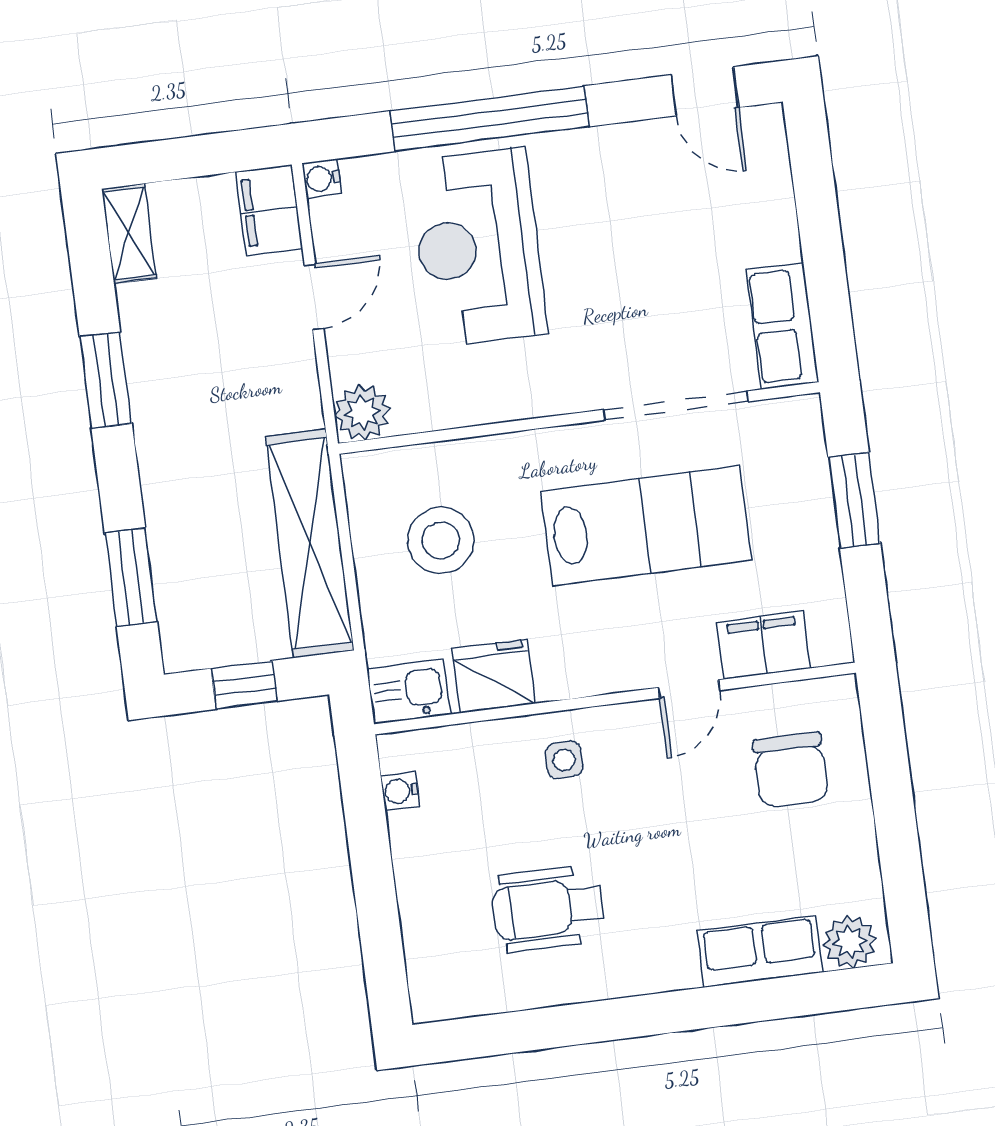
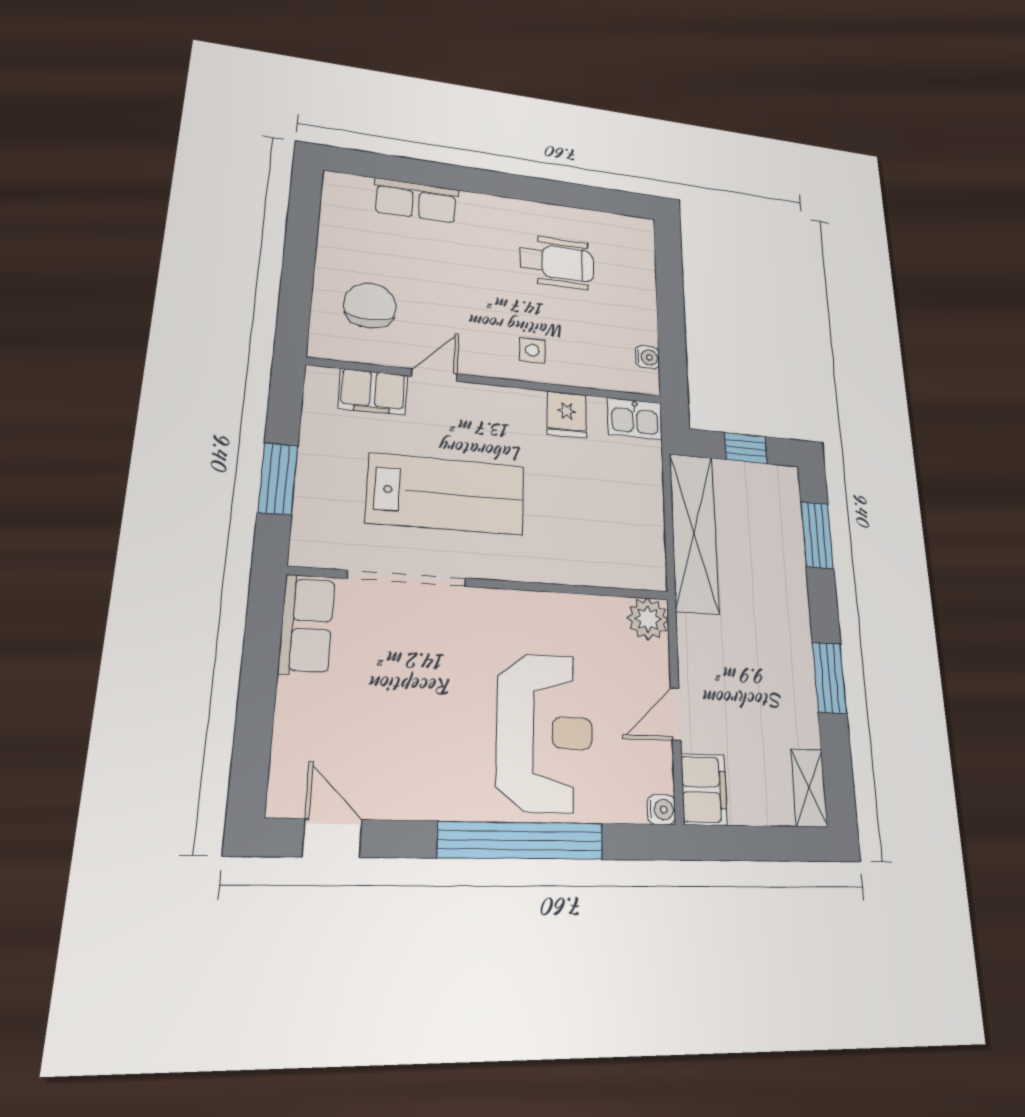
lab bench: (646, 526) -> (446, 494), turned 180
stool: (441, 540) -> (601, 515), removed
fridge: (494, 676) -> (567, 414), width x0.72
plant: (850, 942) -> (351, 190), removed

